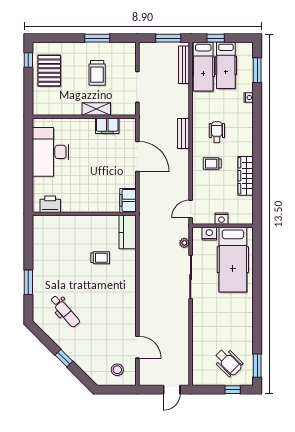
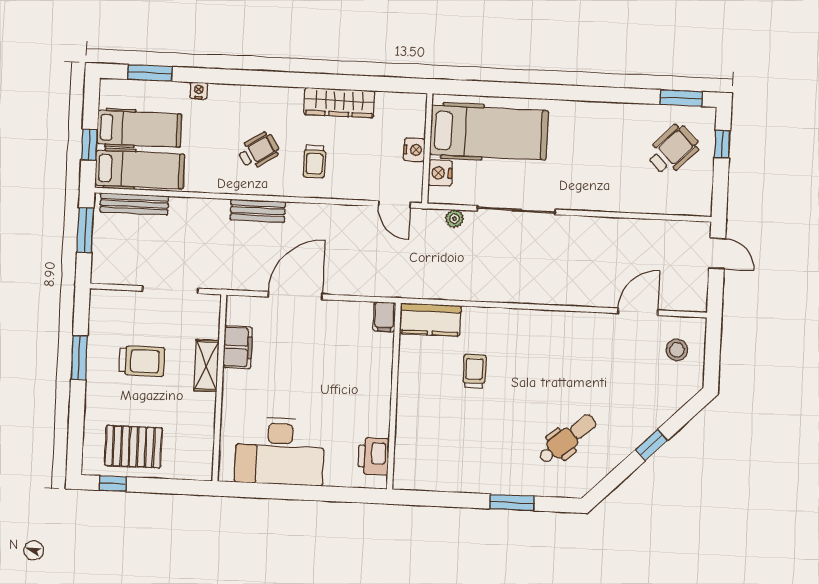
wheelchair: (217, 132) -> (258, 151), turned 148
filing cabinet: (128, 200) -> (384, 317), width x0.50

